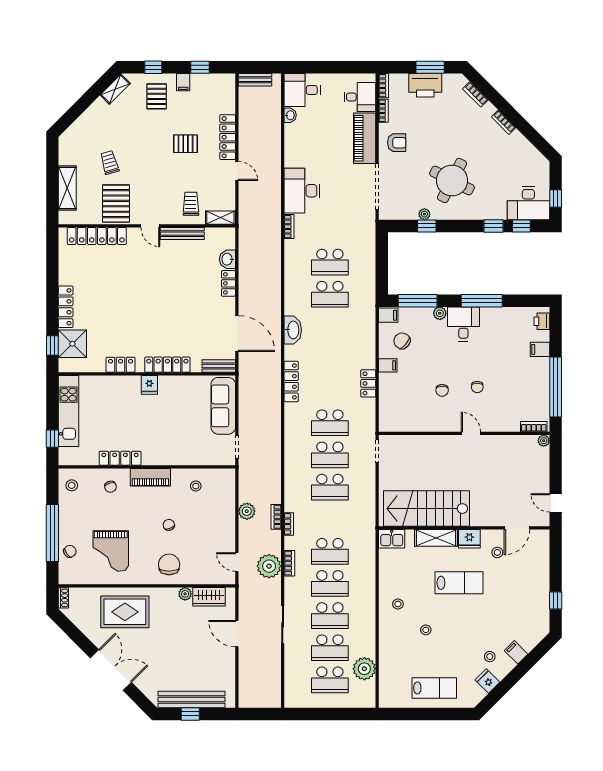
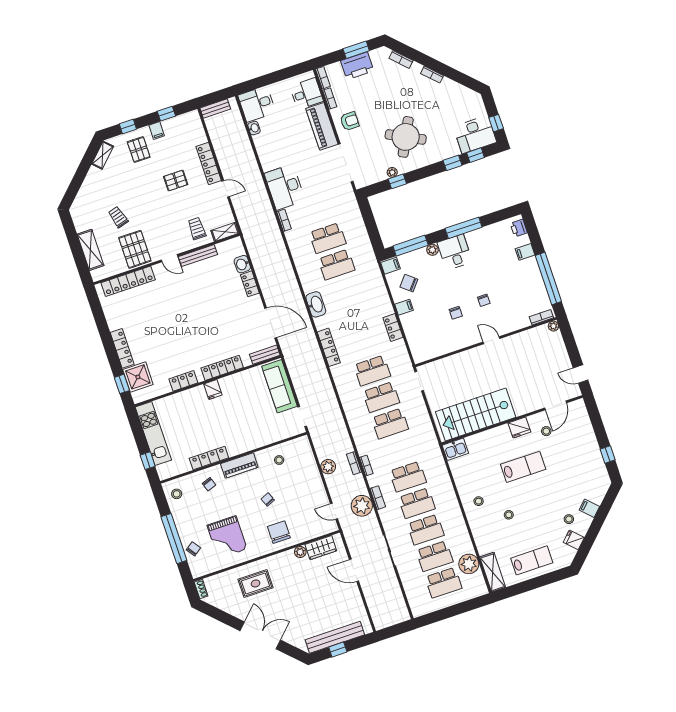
shelving: (436, 538) -> (493, 572), moved, turned 90
rug: (125, 612) -> (256, 583), width x0.73, depth x0.70

